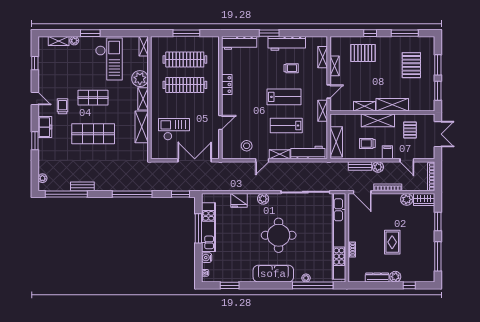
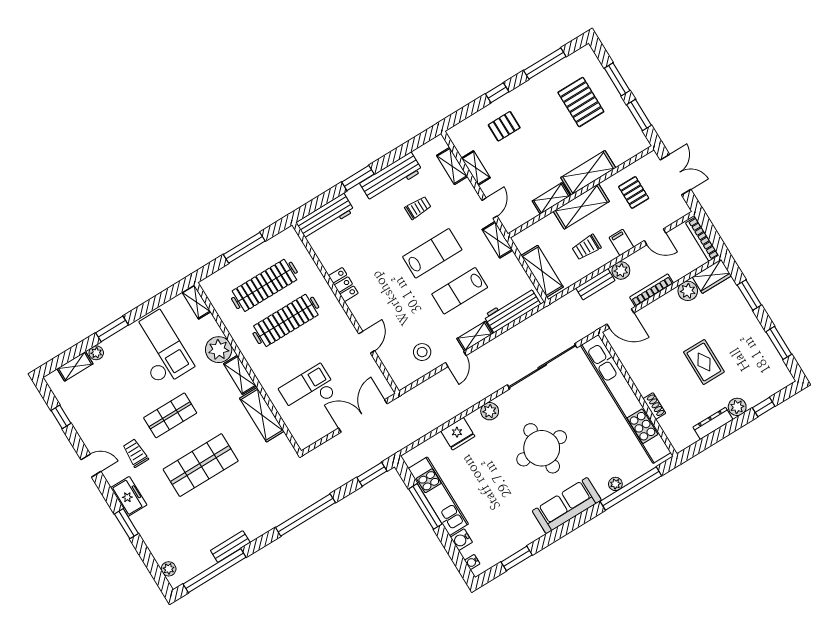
pallet: (363, 53) -> (504, 126), width x0.67, depth x0.71
window: (438, 256) -> (779, 343), width x0.69

